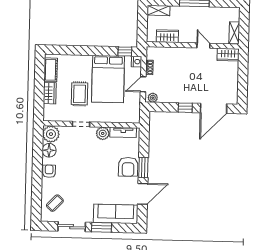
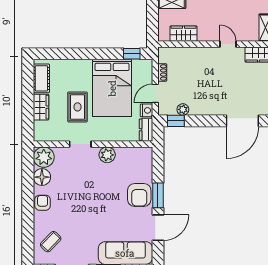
nightstand: (137, 62) -> (146, 110), moved
plant: (153, 98) -> (183, 109), moved
window: (185, 108) -> (176, 121), moved
dresser: (135, 114) -> (146, 130), added
tv unit: (123, 132) -> (132, 153), removed

